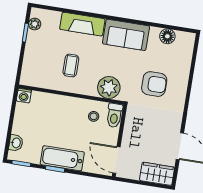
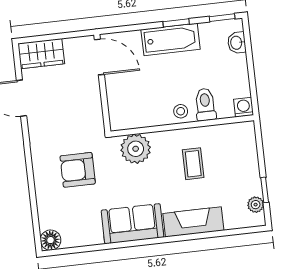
floor lamp: (167, 36) -> (51, 240), moved
toilet: (114, 115) -> (205, 105), moved
stool: (94, 116) -> (181, 111), moved

